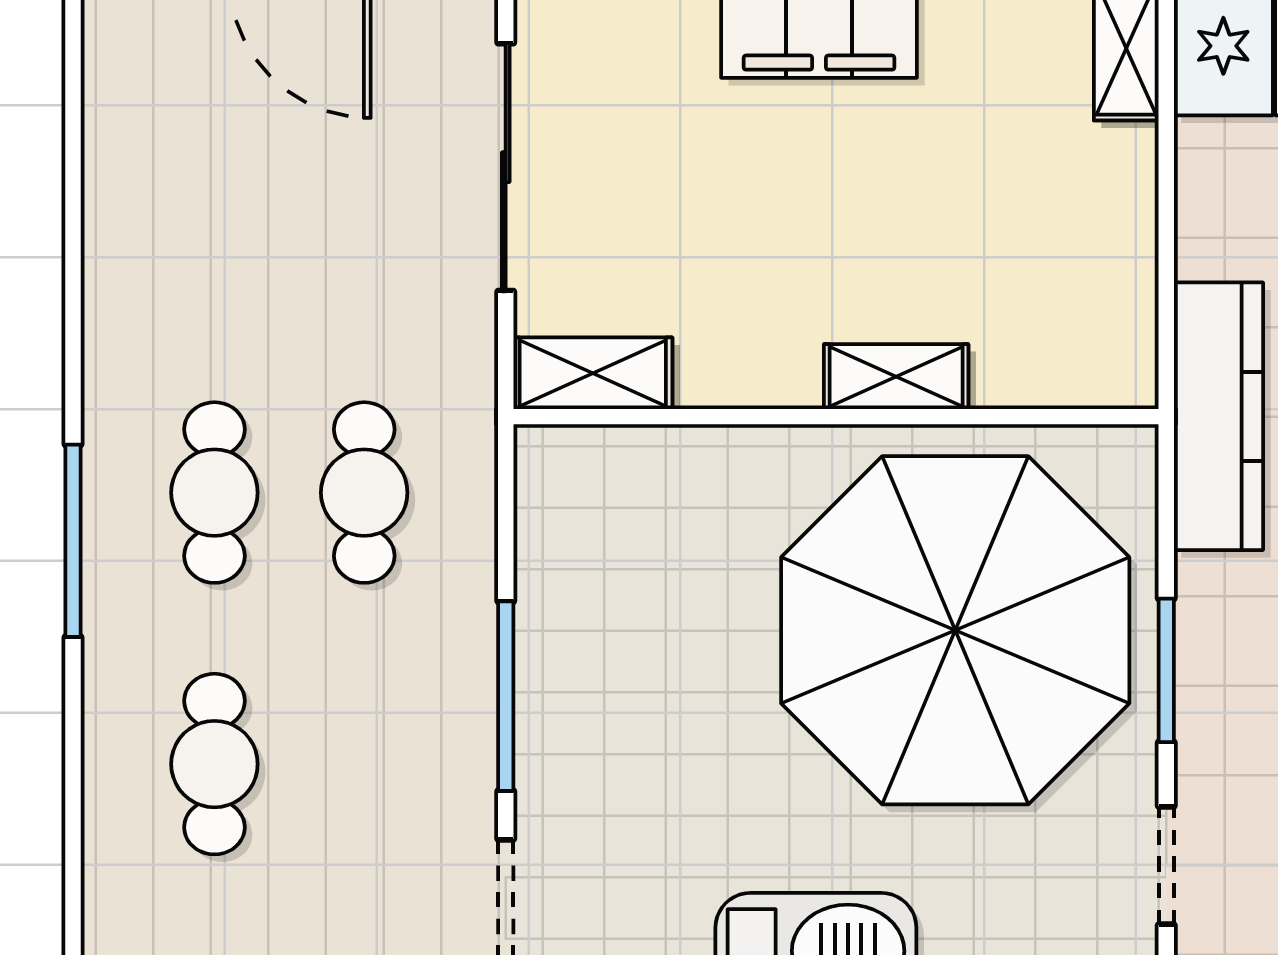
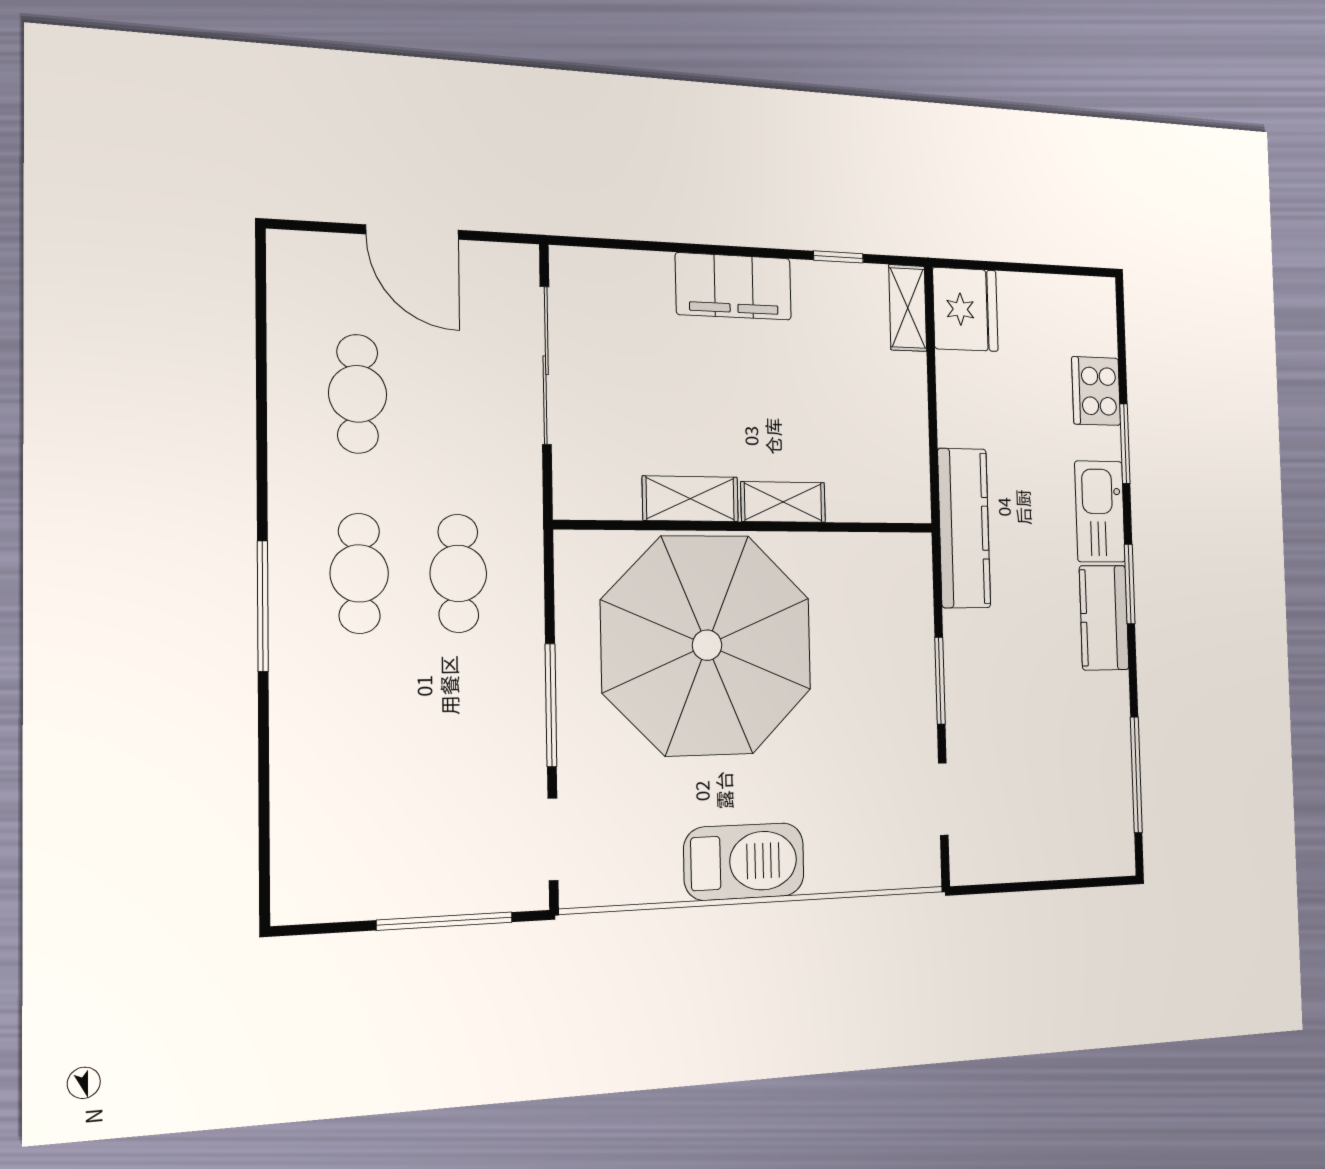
shelving: (593, 373) -> (690, 499), moved
parasol: (955, 630) -> (707, 645), moved
cafe table: (214, 764) -> (358, 394), moved

